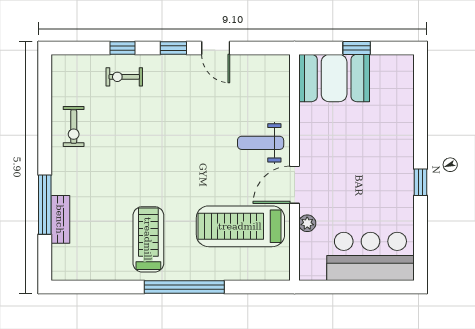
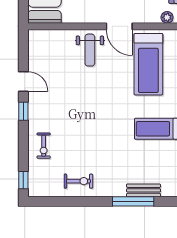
window: (122, 48) -> (23, 180), moved
door: (216, 48) -> (23, 82), hinge flipped
plant: (307, 223) -> (167, 17), moved

